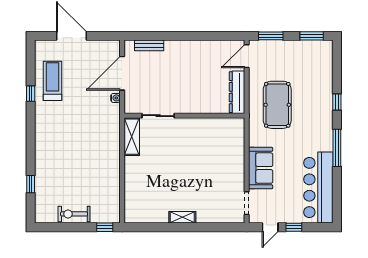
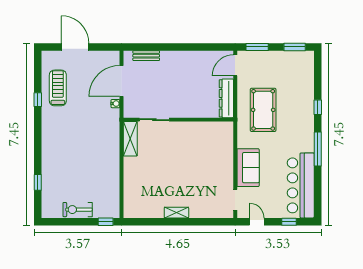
door: (270, 227) -> (257, 222), swing flipped
window: (294, 227) -> (289, 222), moved

